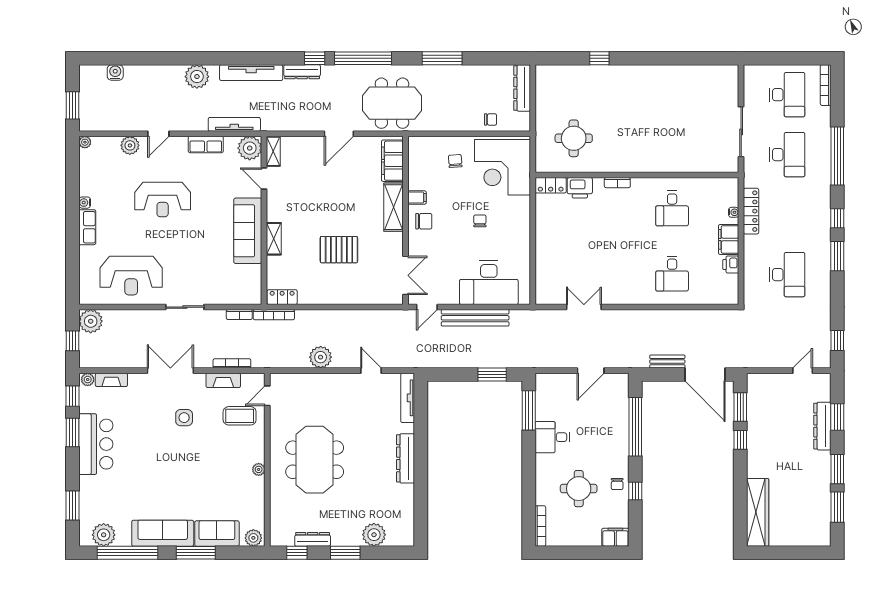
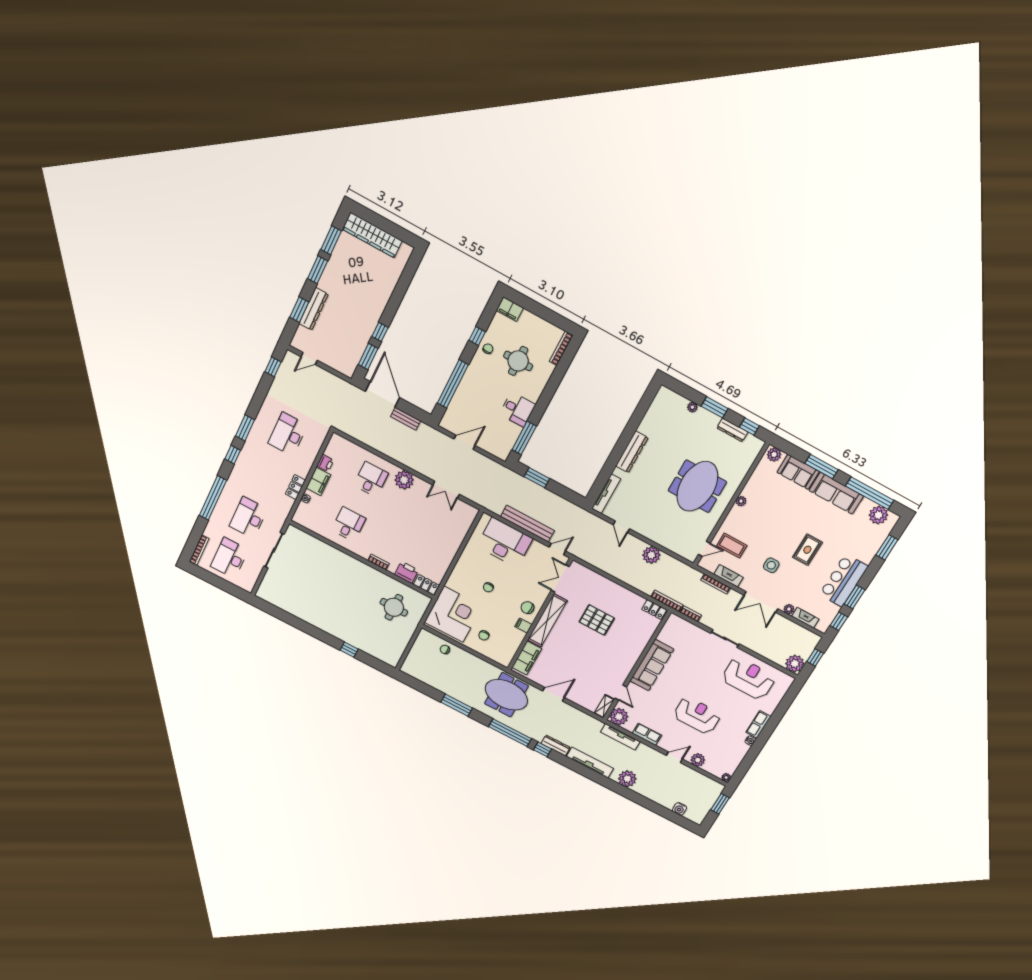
dresser: (522, 88) -> (412, 658), removed
shelving: (394, 207) -> (547, 620), width x1.47
locker: (751, 211) -> (295, 487), width x0.66
shelving: (274, 239) -> (637, 651), removed
plant: (635, 293) -> (404, 480), added
plant: (88, 380) -> (789, 609), moved
rug: (156, 456) -> (807, 550), added
wardrobe: (758, 512) -> (372, 235), moved, turned -90
plant: (374, 535) -> (692, 407), width x0.53, depth x0.53

